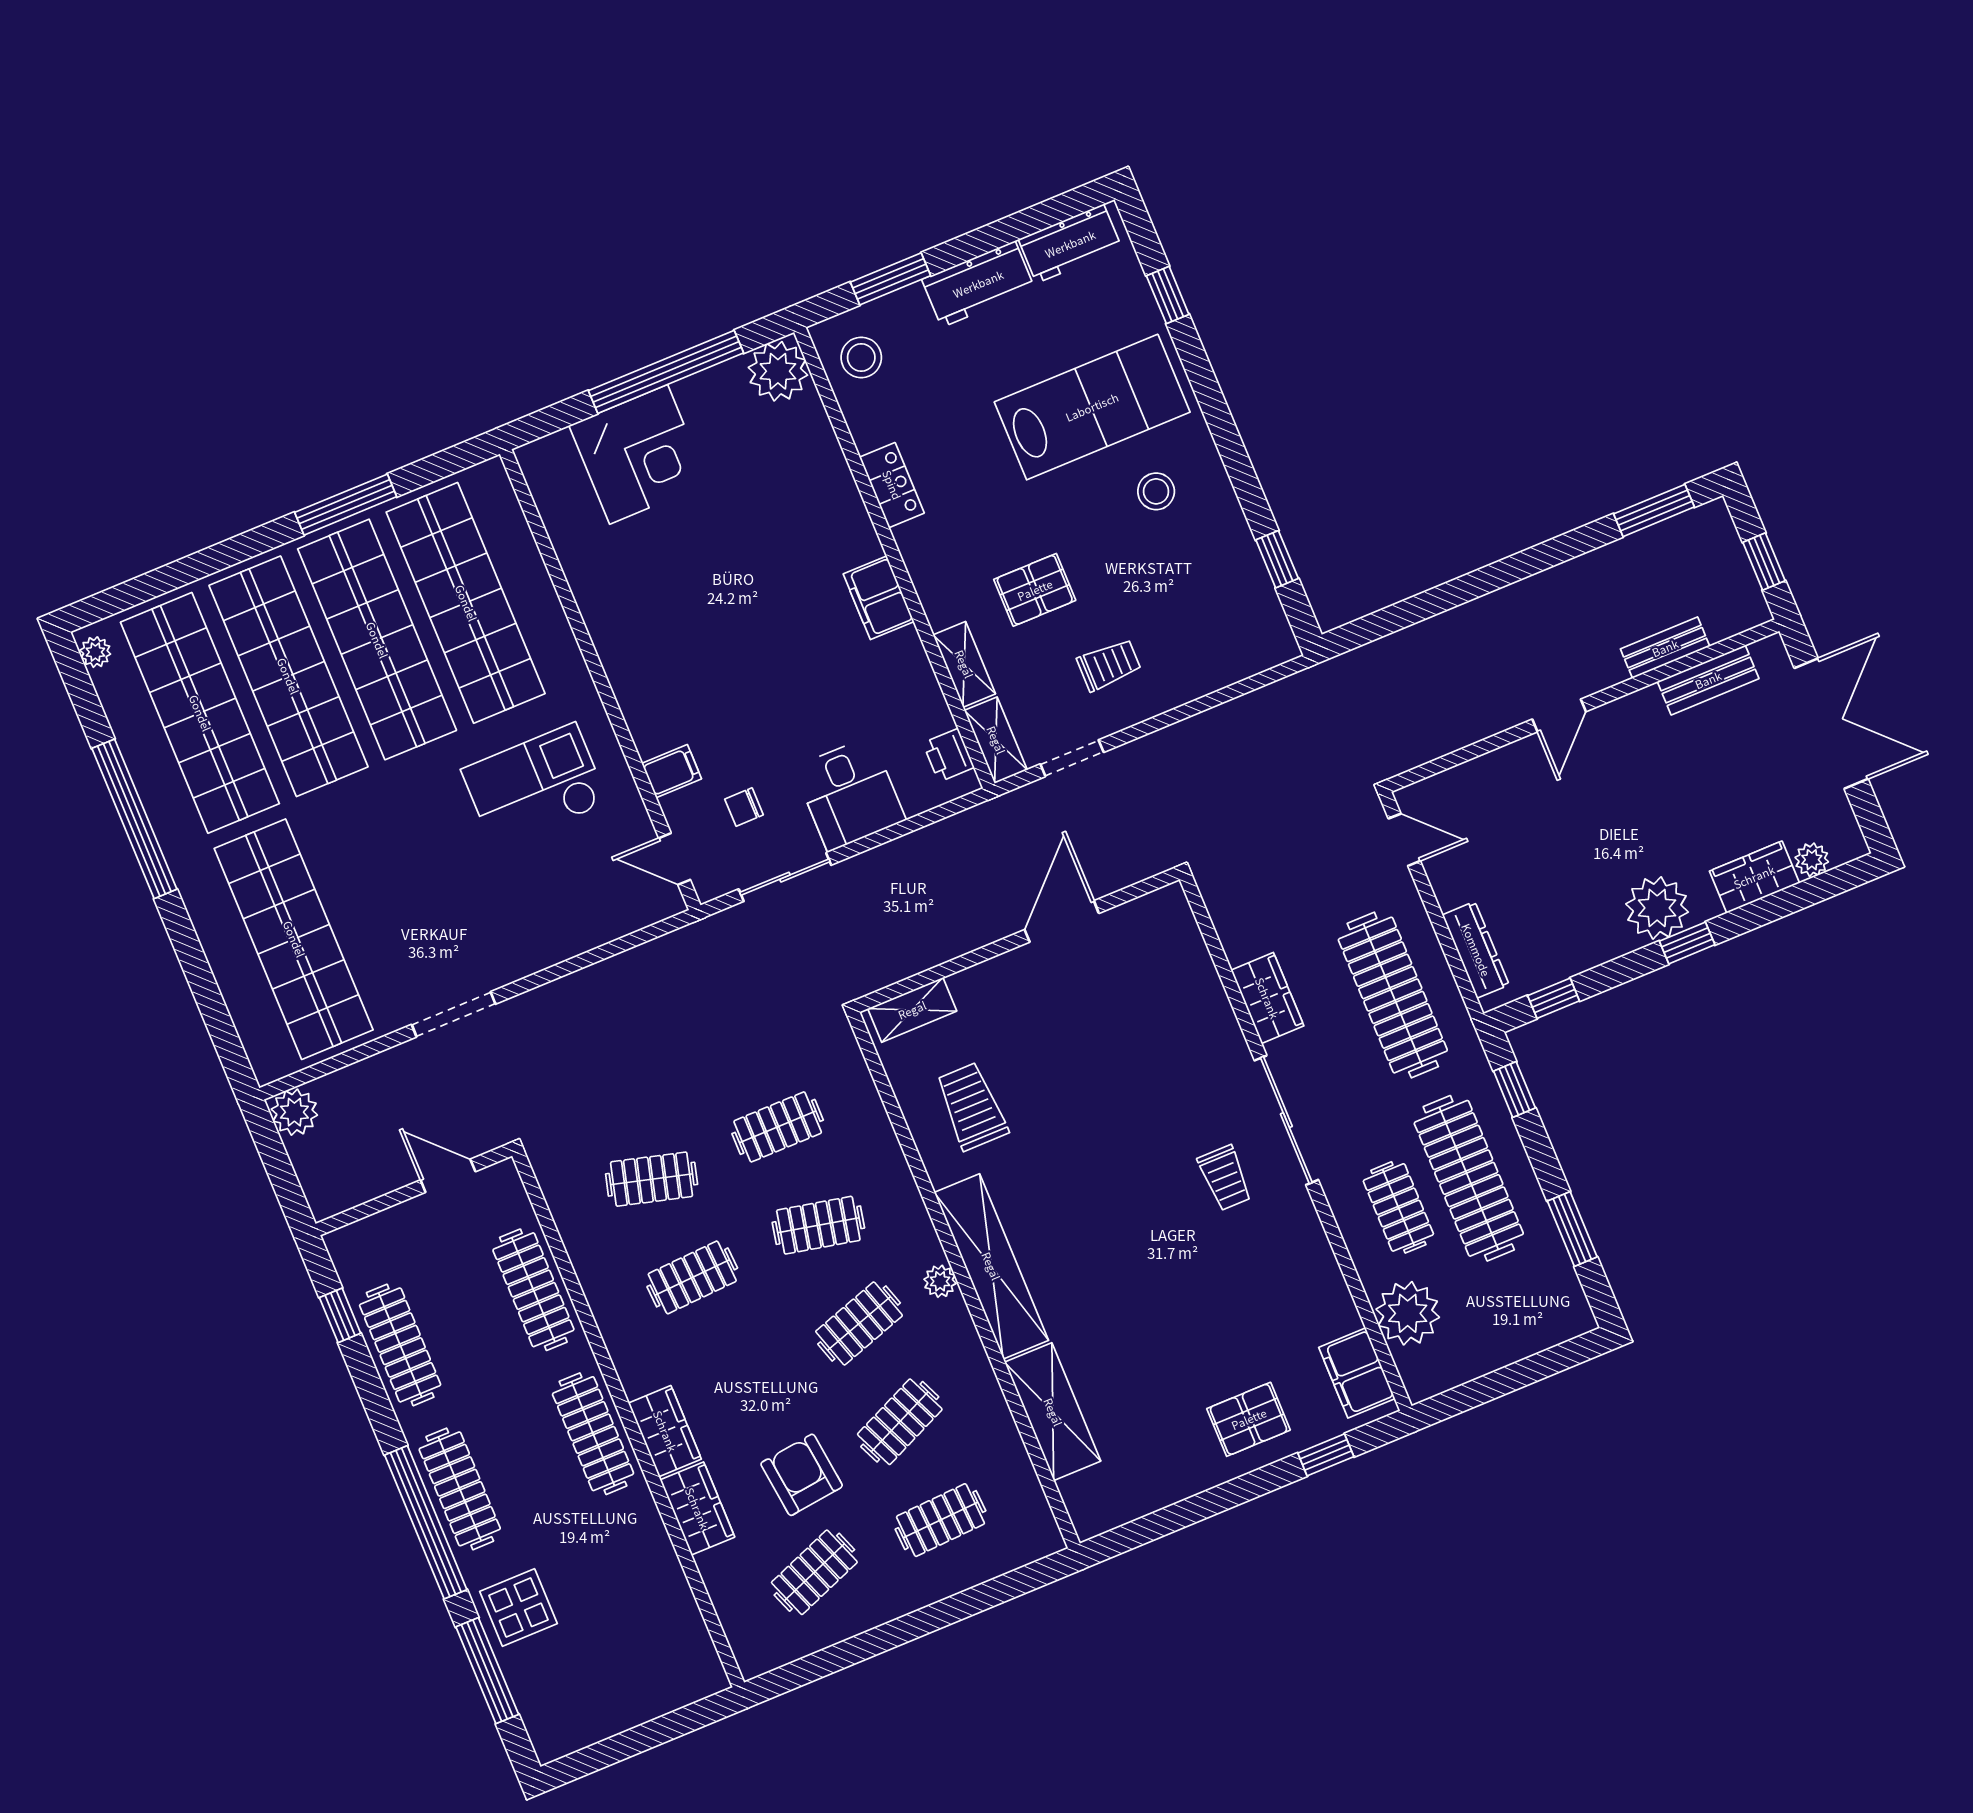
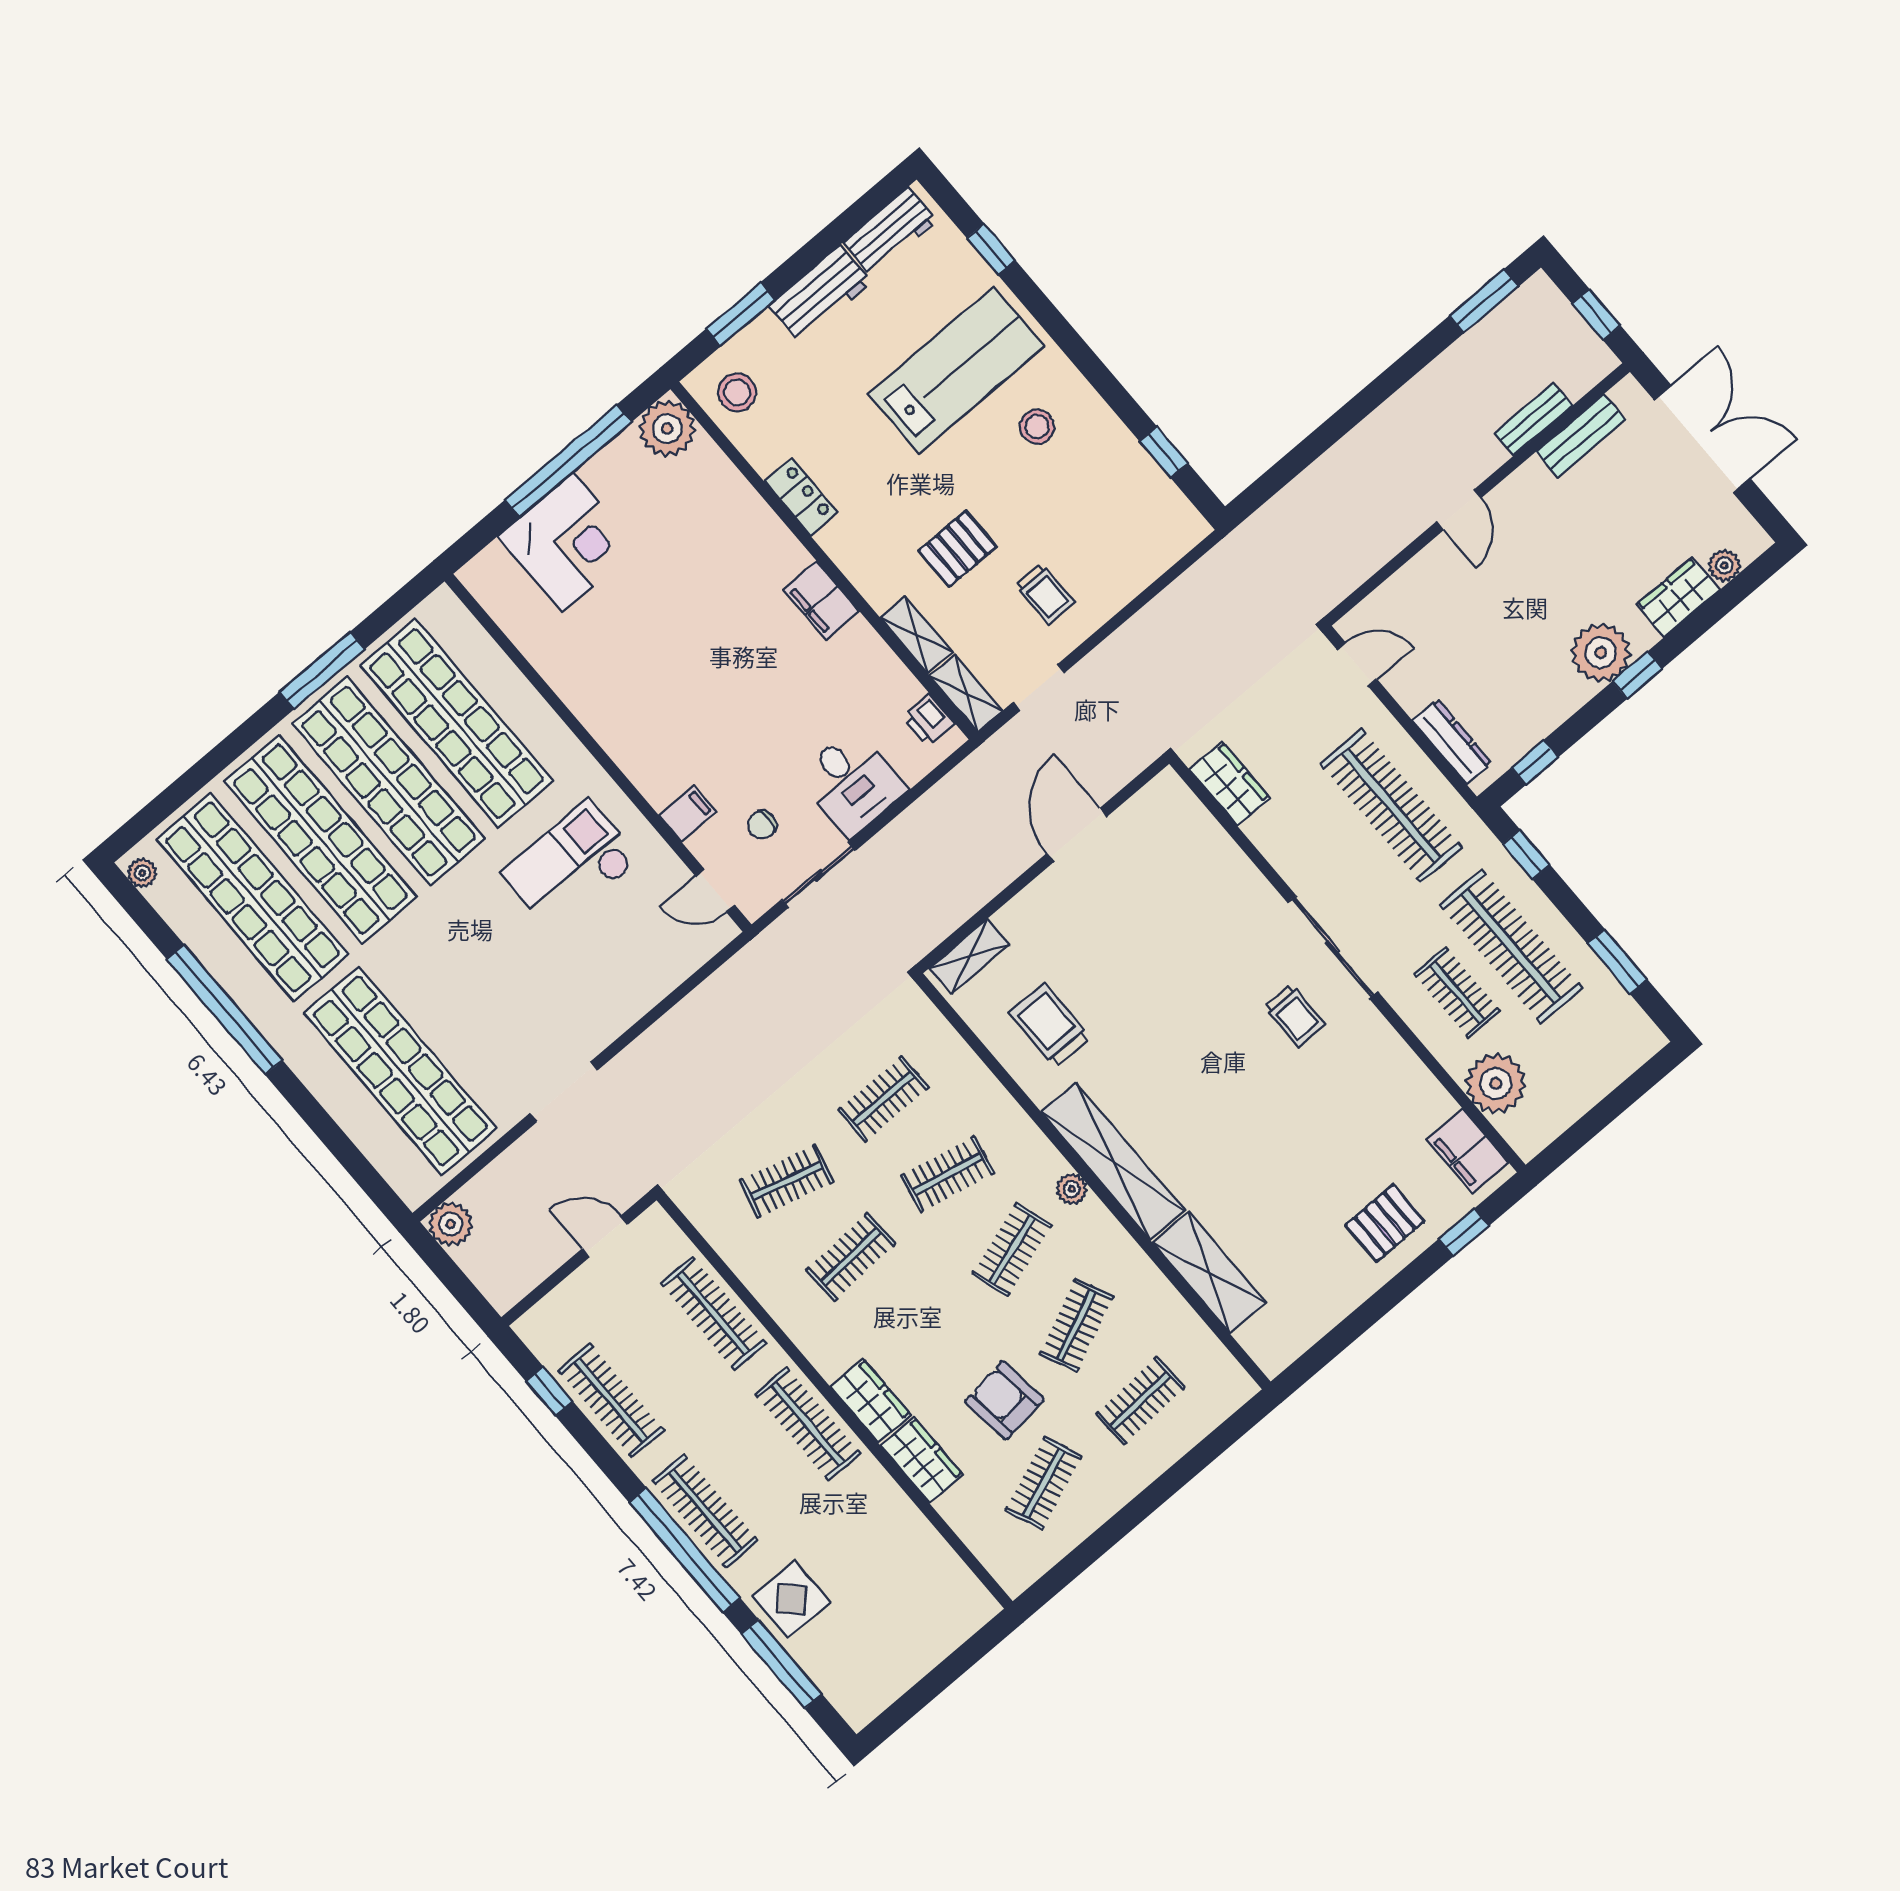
trolley: (1109, 665) -> (1045, 594), turned 90
wardrobe: (1267, 998) -> (1230, 784), moved

